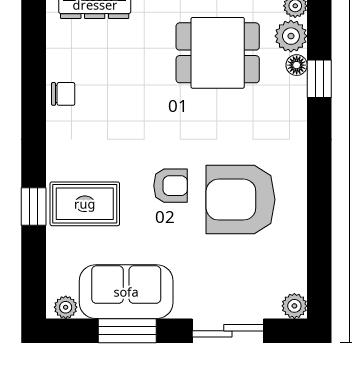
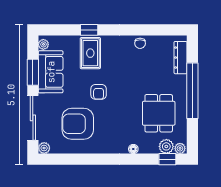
floor lamp: (297, 65) -> (133, 149), moved
window: (319, 79) -> (167, 159), moved
armchair: (241, 200) -> (78, 124), moved, turned -90
sliding door: (228, 331) -> (33, 118), width x1.37

